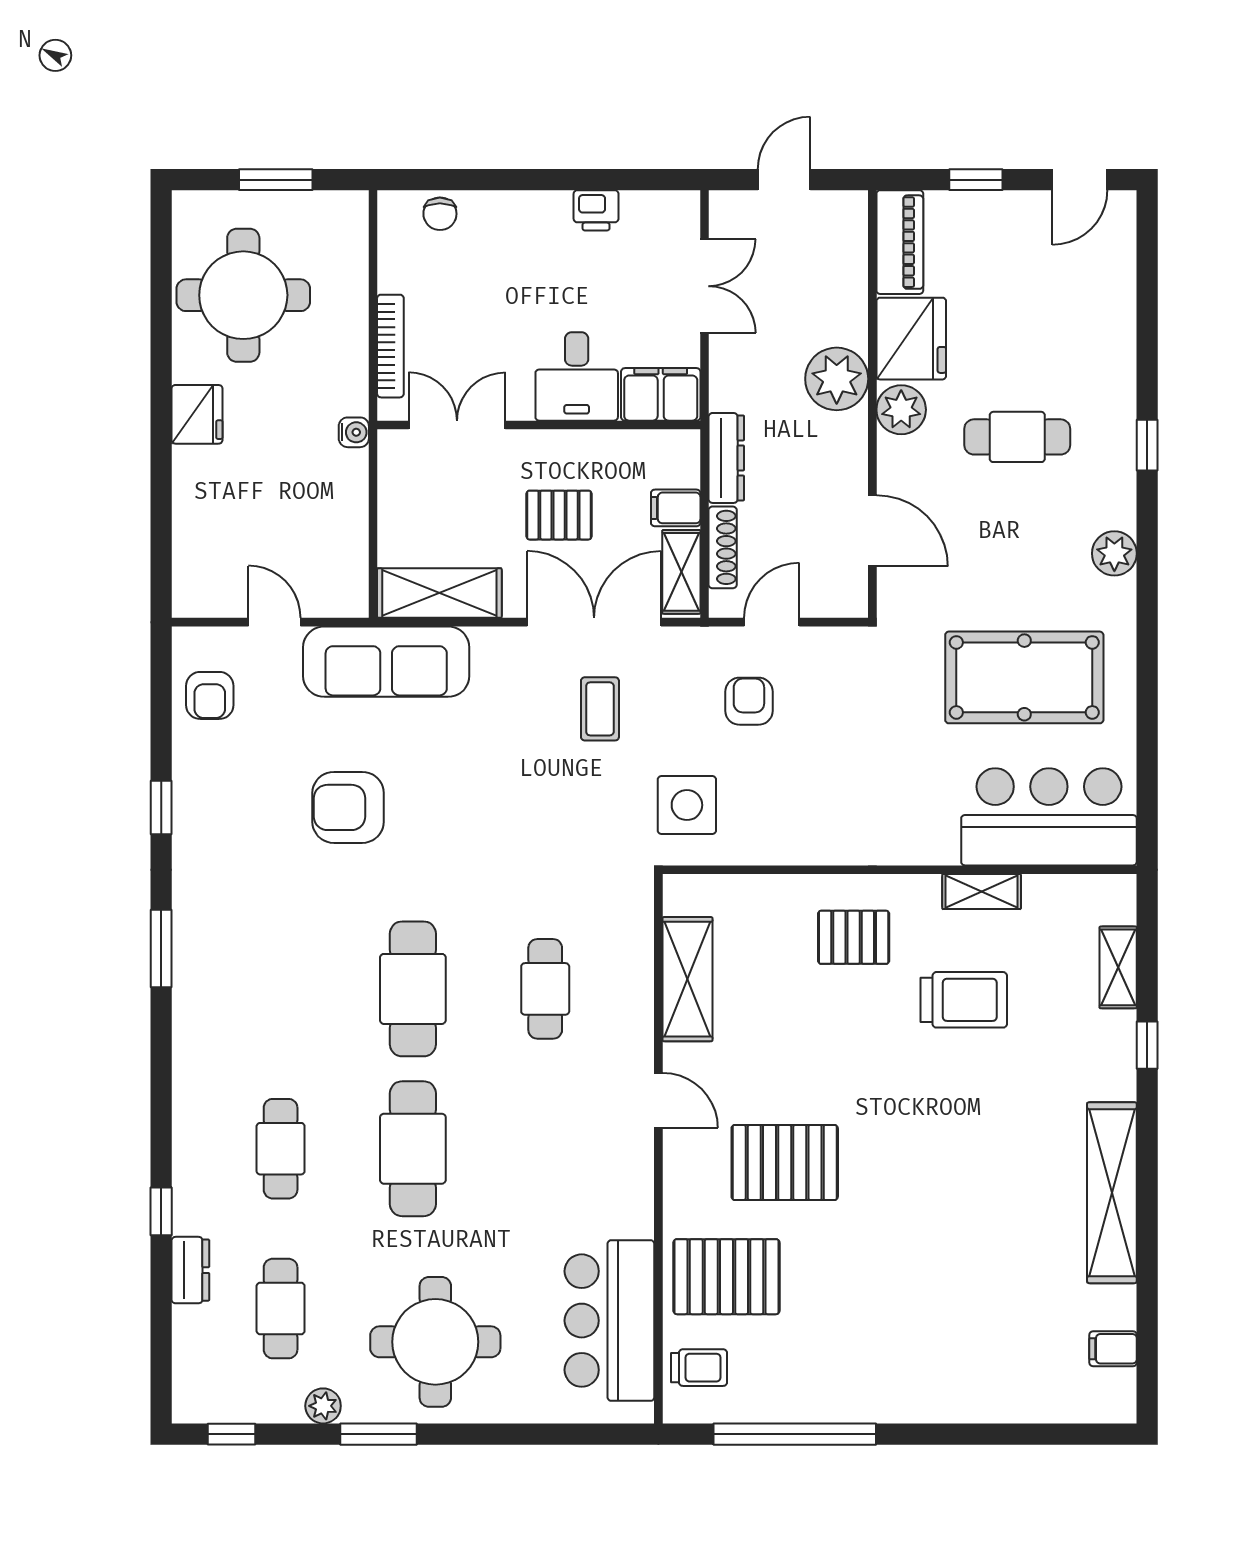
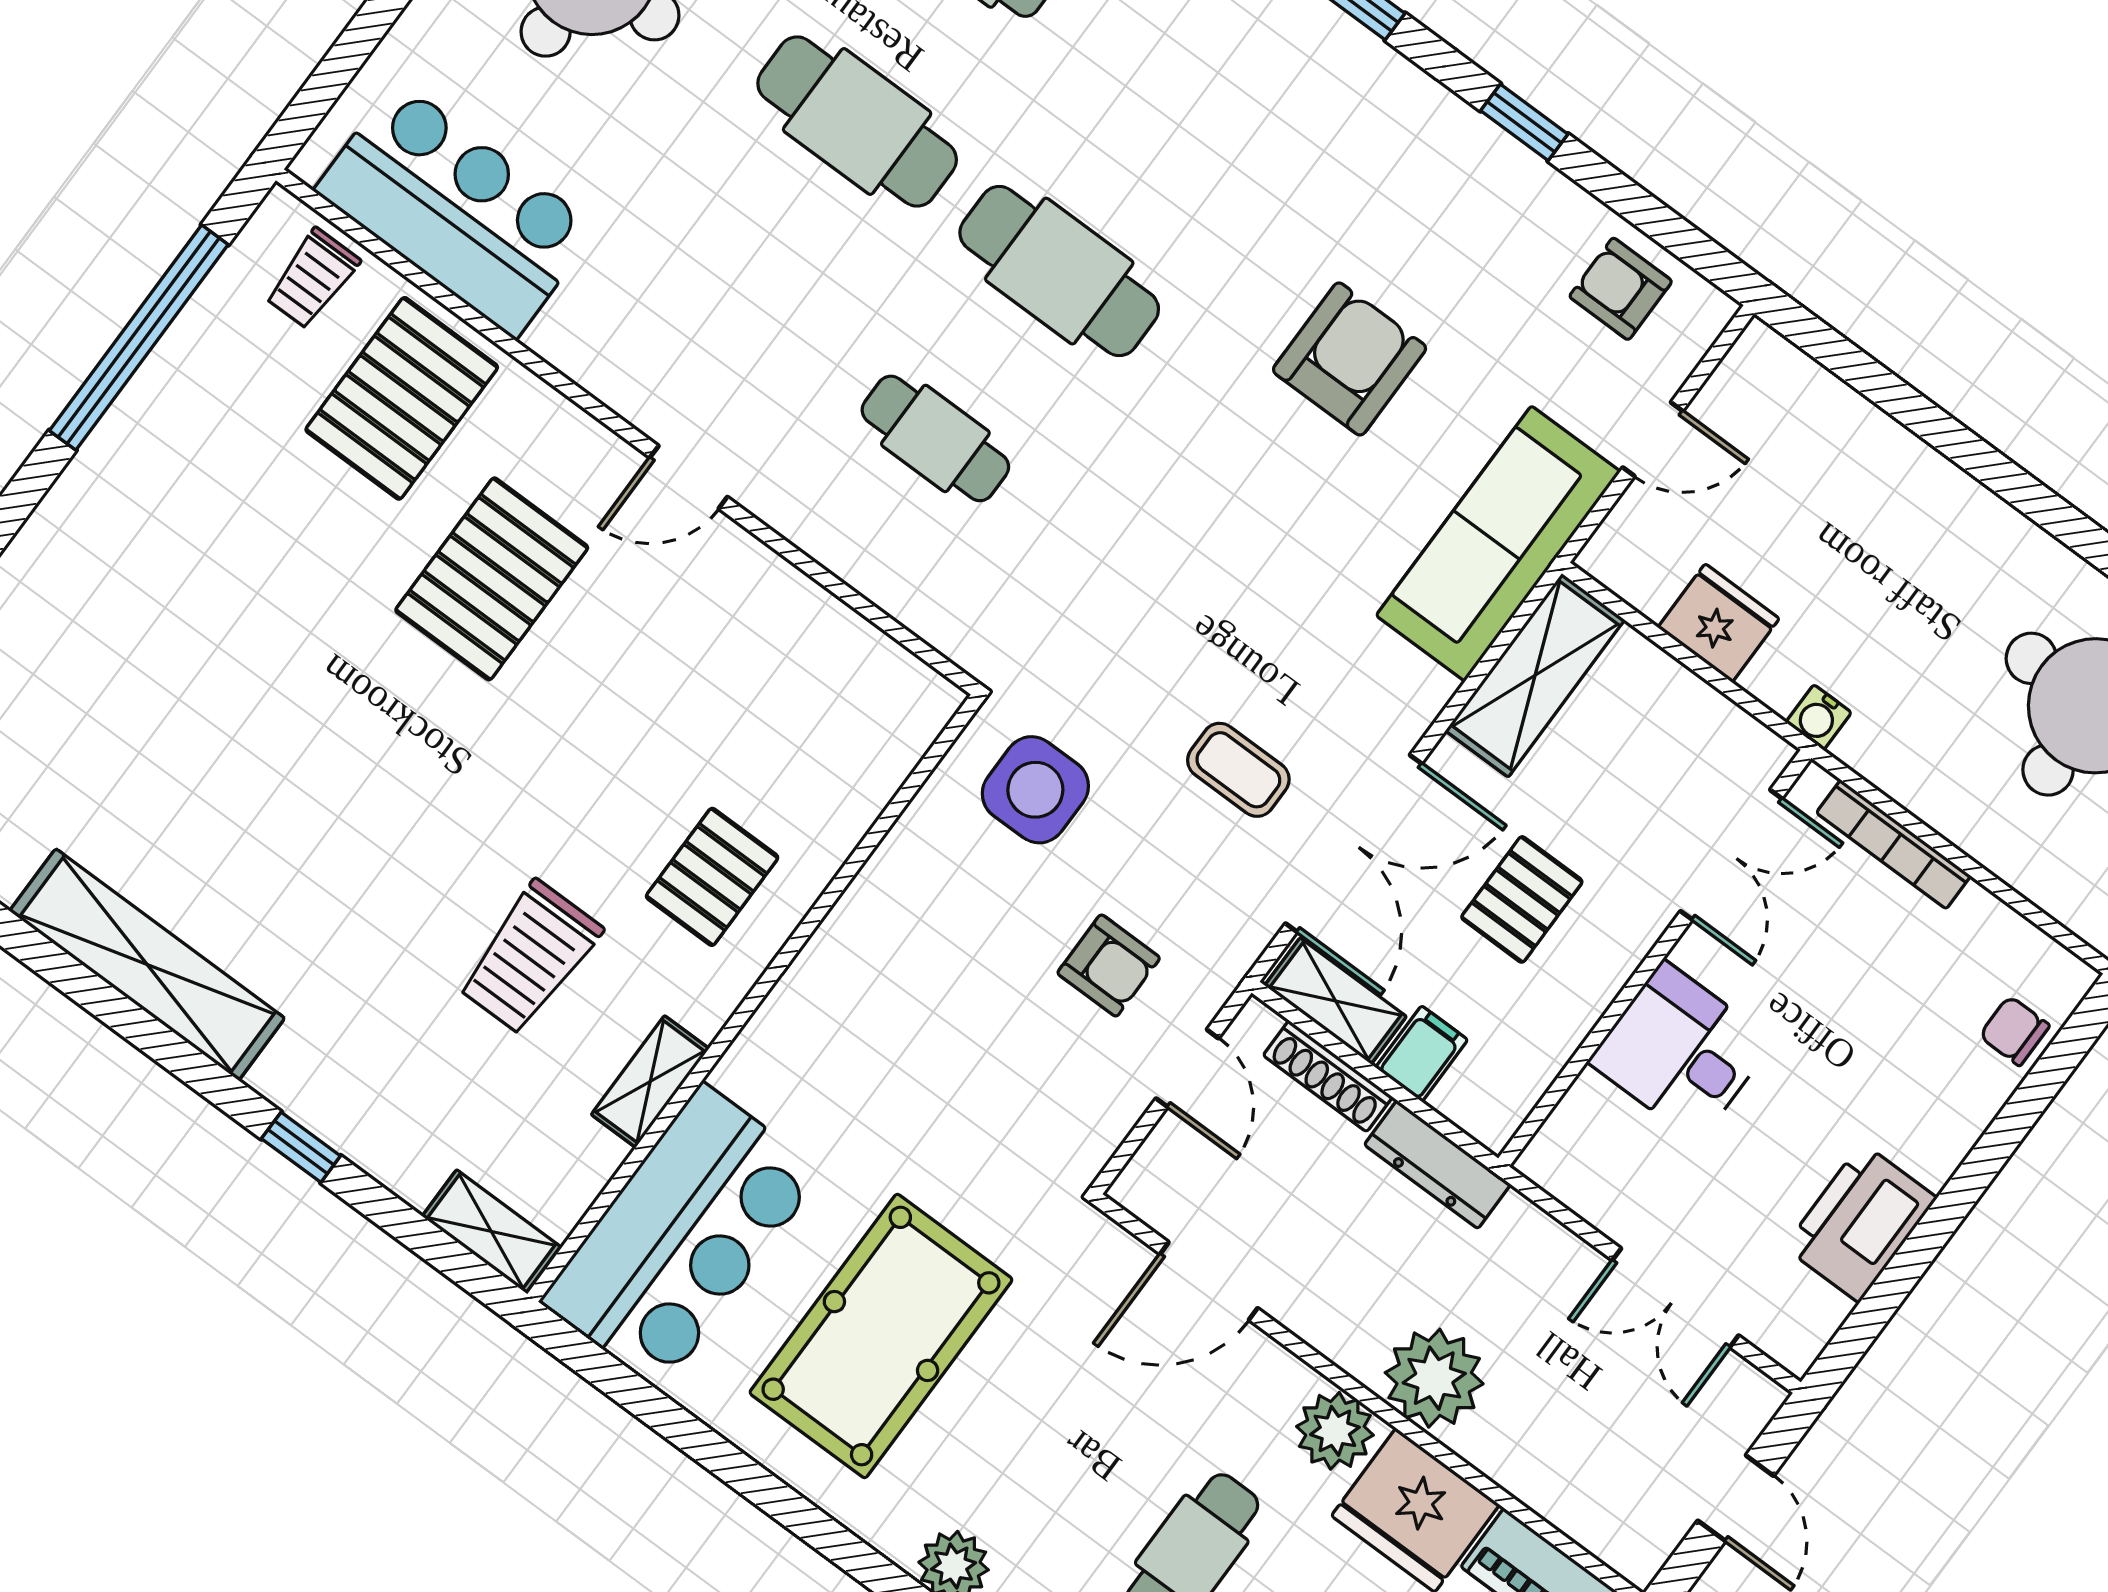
printer: (596, 210) -> (1860, 1222), width x1.87, depth x1.48
filing cabinet: (661, 394) -> (1579, 1141), removed
fridge: (197, 414) -> (1719, 623), moved, turned 180
shelving: (1118, 967) -> (491, 1231), moved
shelving: (687, 979) -> (815, 627), removed

